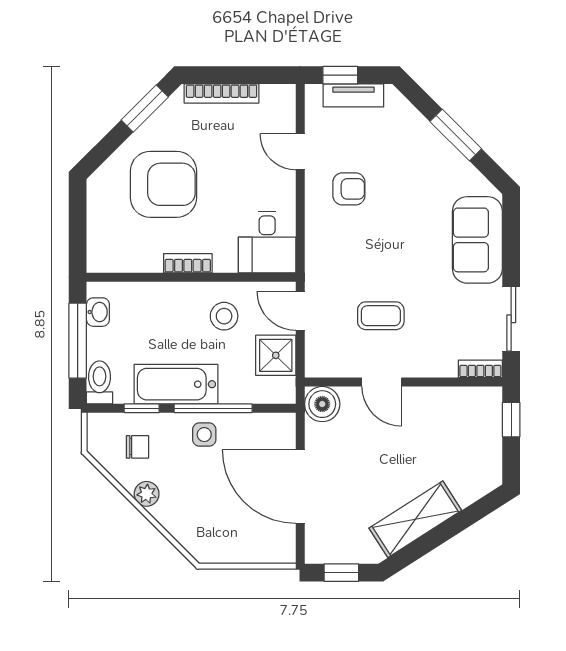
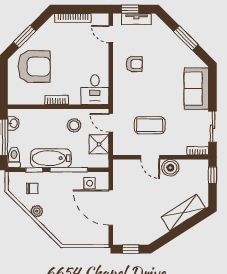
window: (145, 108) -> (25, 36), moved
door: (300, 152) -> (111, 34), moved
armchair: (163, 184) -> (34, 67), moved
coffee table: (381, 316) -> (150, 125), width x1.36, depth x1.30
boiler: (322, 404) -> (170, 168), moved
side table: (204, 435) -> (90, 183), moved
shelving: (415, 519) -> (183, 213), moved

